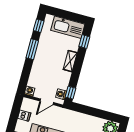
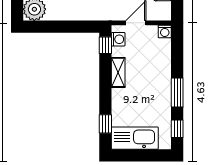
shelving: (70, 61) -> (118, 72), moved

